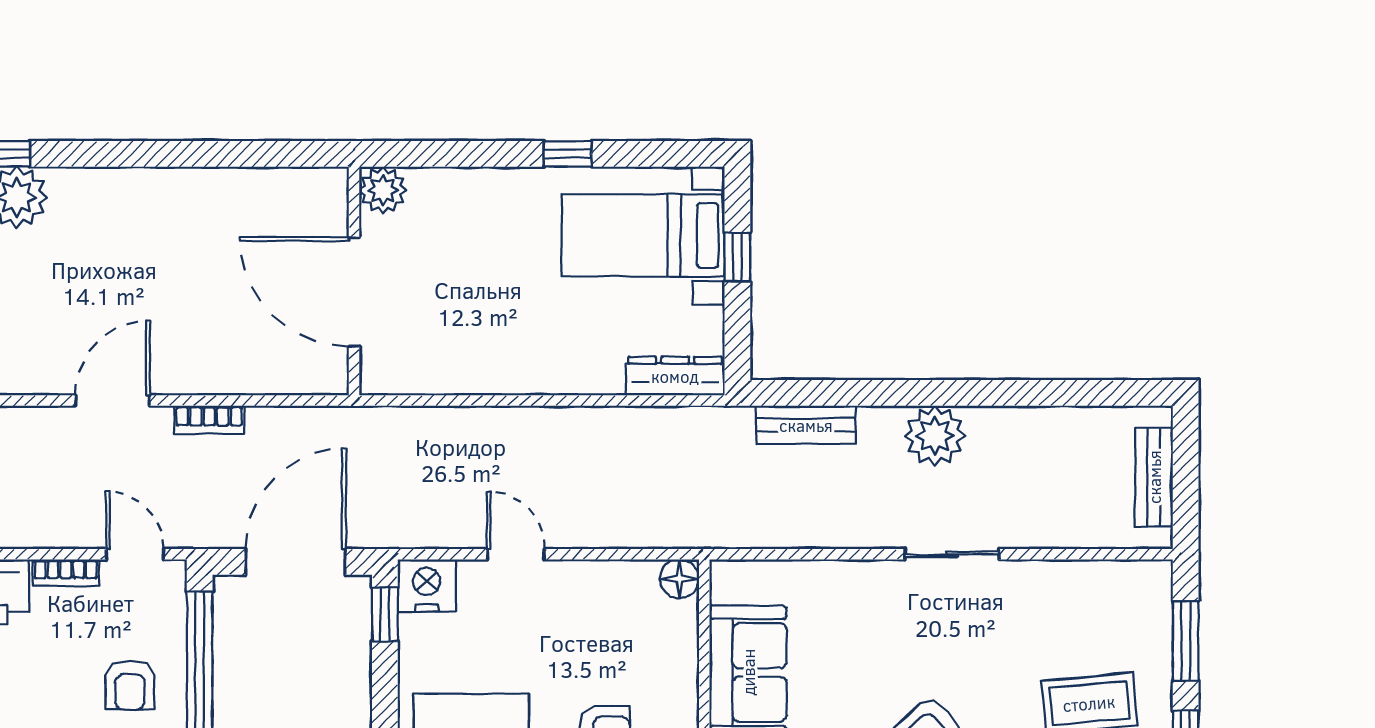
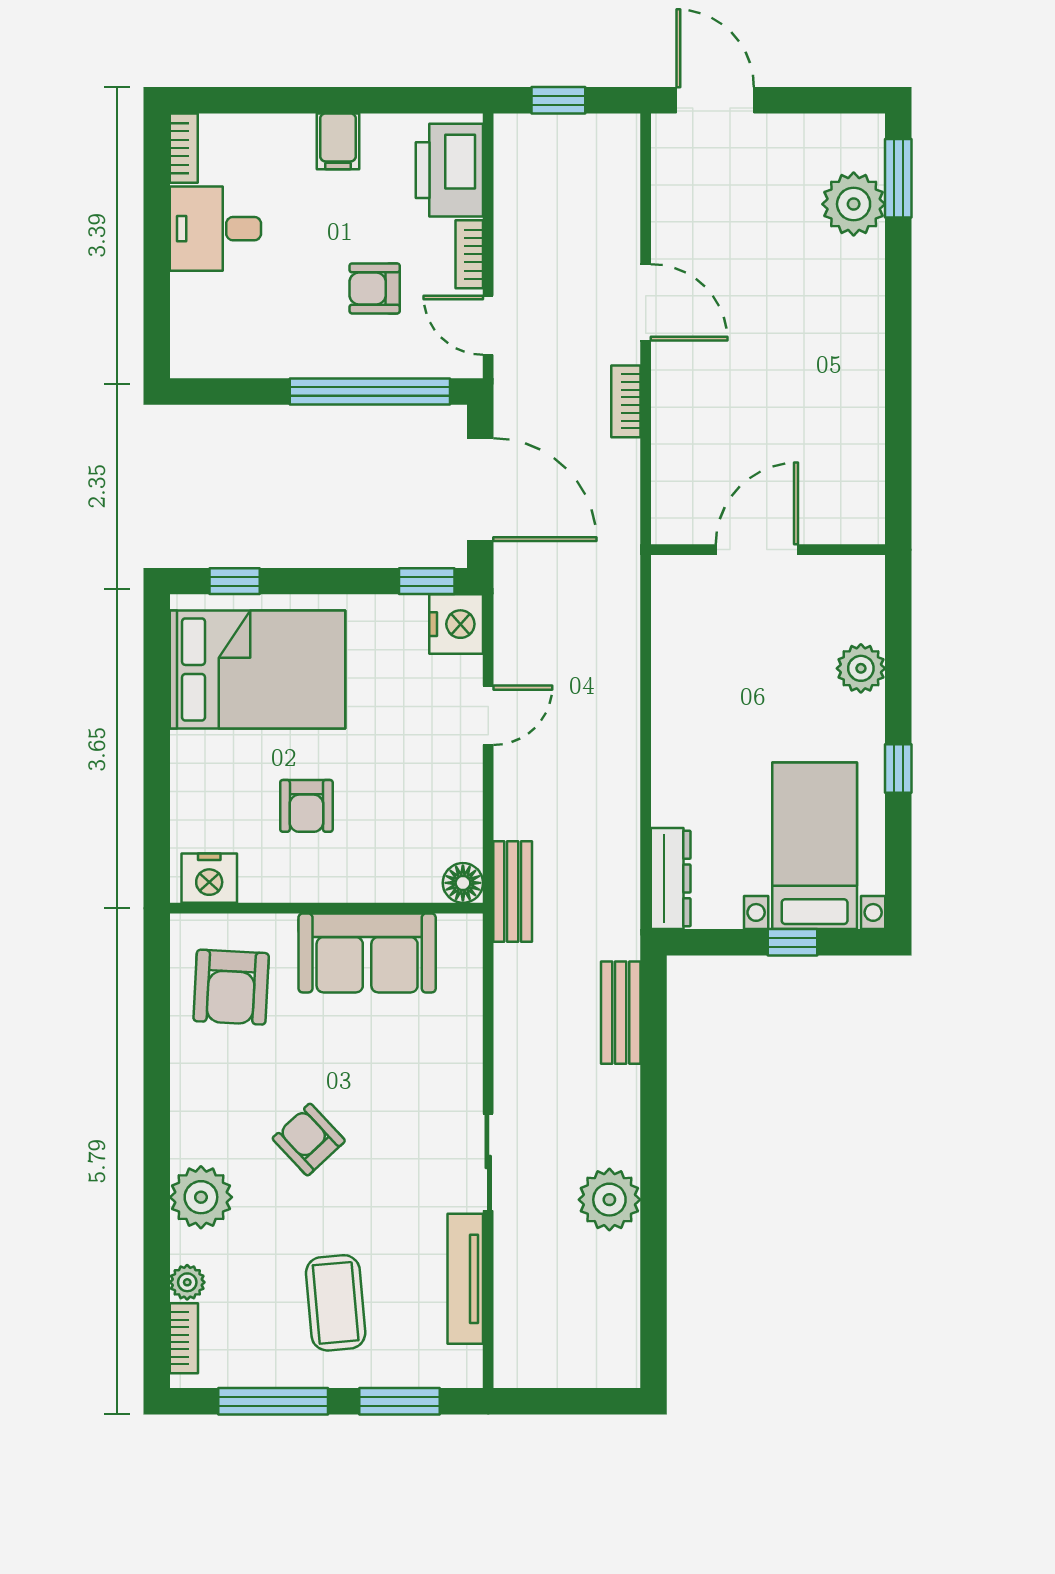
plant: (383, 190) -> (861, 668), moved
door: (354, 292) -> (757, 550), width x0.73
plant: (935, 436) -> (609, 1200), moved
bench: (1154, 477) -> (513, 892), moved, turned 90
door: (135, 554) -> (488, 325), swing flipped
tv unit: (1066, 577) -> (465, 1279), added
armchair: (130, 685) -> (375, 288), moved

